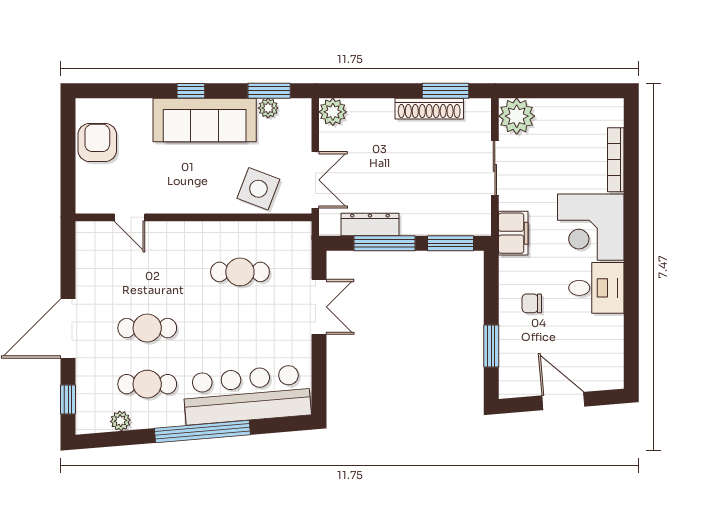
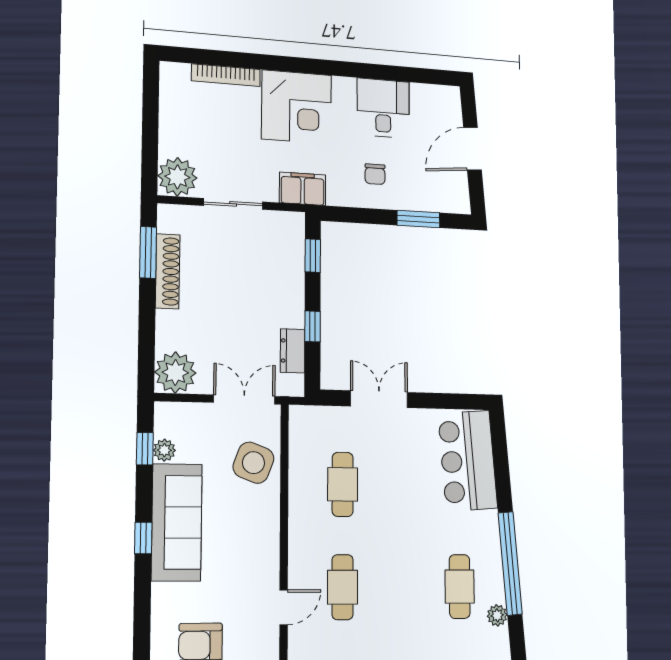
window: (269, 91) -> (145, 449), width x0.67
plant: (333, 112) -> (175, 373), width x1.36, depth x1.36
dresser: (370, 224) -> (293, 351), width x0.70
window: (384, 243) -> (313, 326), width x0.46
window: (451, 243) -> (313, 256), width x0.67
desk: (596, 288) -> (383, 108), moved
cafe table: (147, 328) -> (343, 587), moved
bar counter: (247, 395) -> (468, 461), width x0.73
window: (202, 431) -> (510, 563), moved

